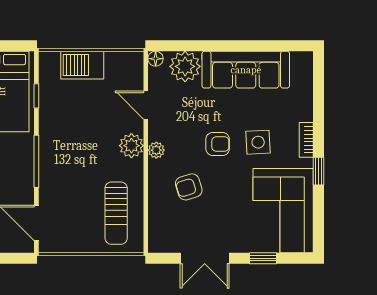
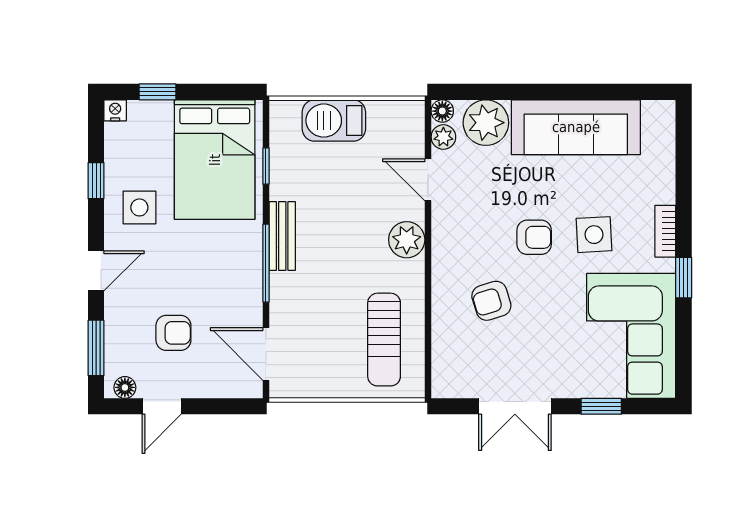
bench: (47, 143) -> (282, 236), added
plant: (156, 150) -> (443, 137), moved

